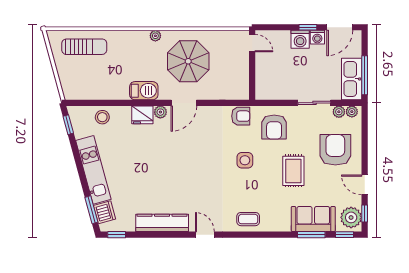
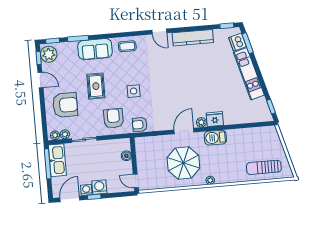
boiler: (262, 77) -> (126, 156), added
stool: (102, 117) -> (245, 115), removed
armchair: (335, 150) -> (65, 105), turned -90
sofa: (313, 219) -> (95, 49), moved

